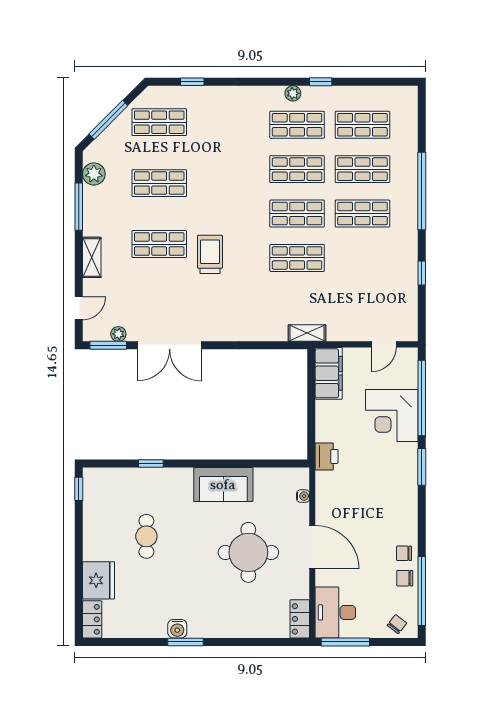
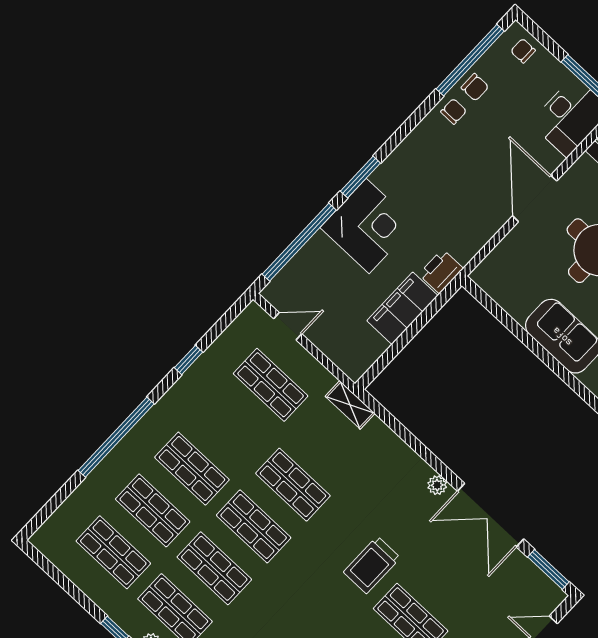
shop shelf: (362, 302) -> (271, 385), added
plant: (118, 334) -> (437, 485), moved
double door: (170, 345) -> (491, 515), swing flipped
filing cabinet: (329, 373) -> (402, 308), moved
corner desk: (392, 416) -> (368, 226), moved
water cooler: (303, 496) -> (498, 255), removed
chair: (404, 553) -> (454, 111), turned -90
chair: (397, 624) -> (523, 51), turned 52

